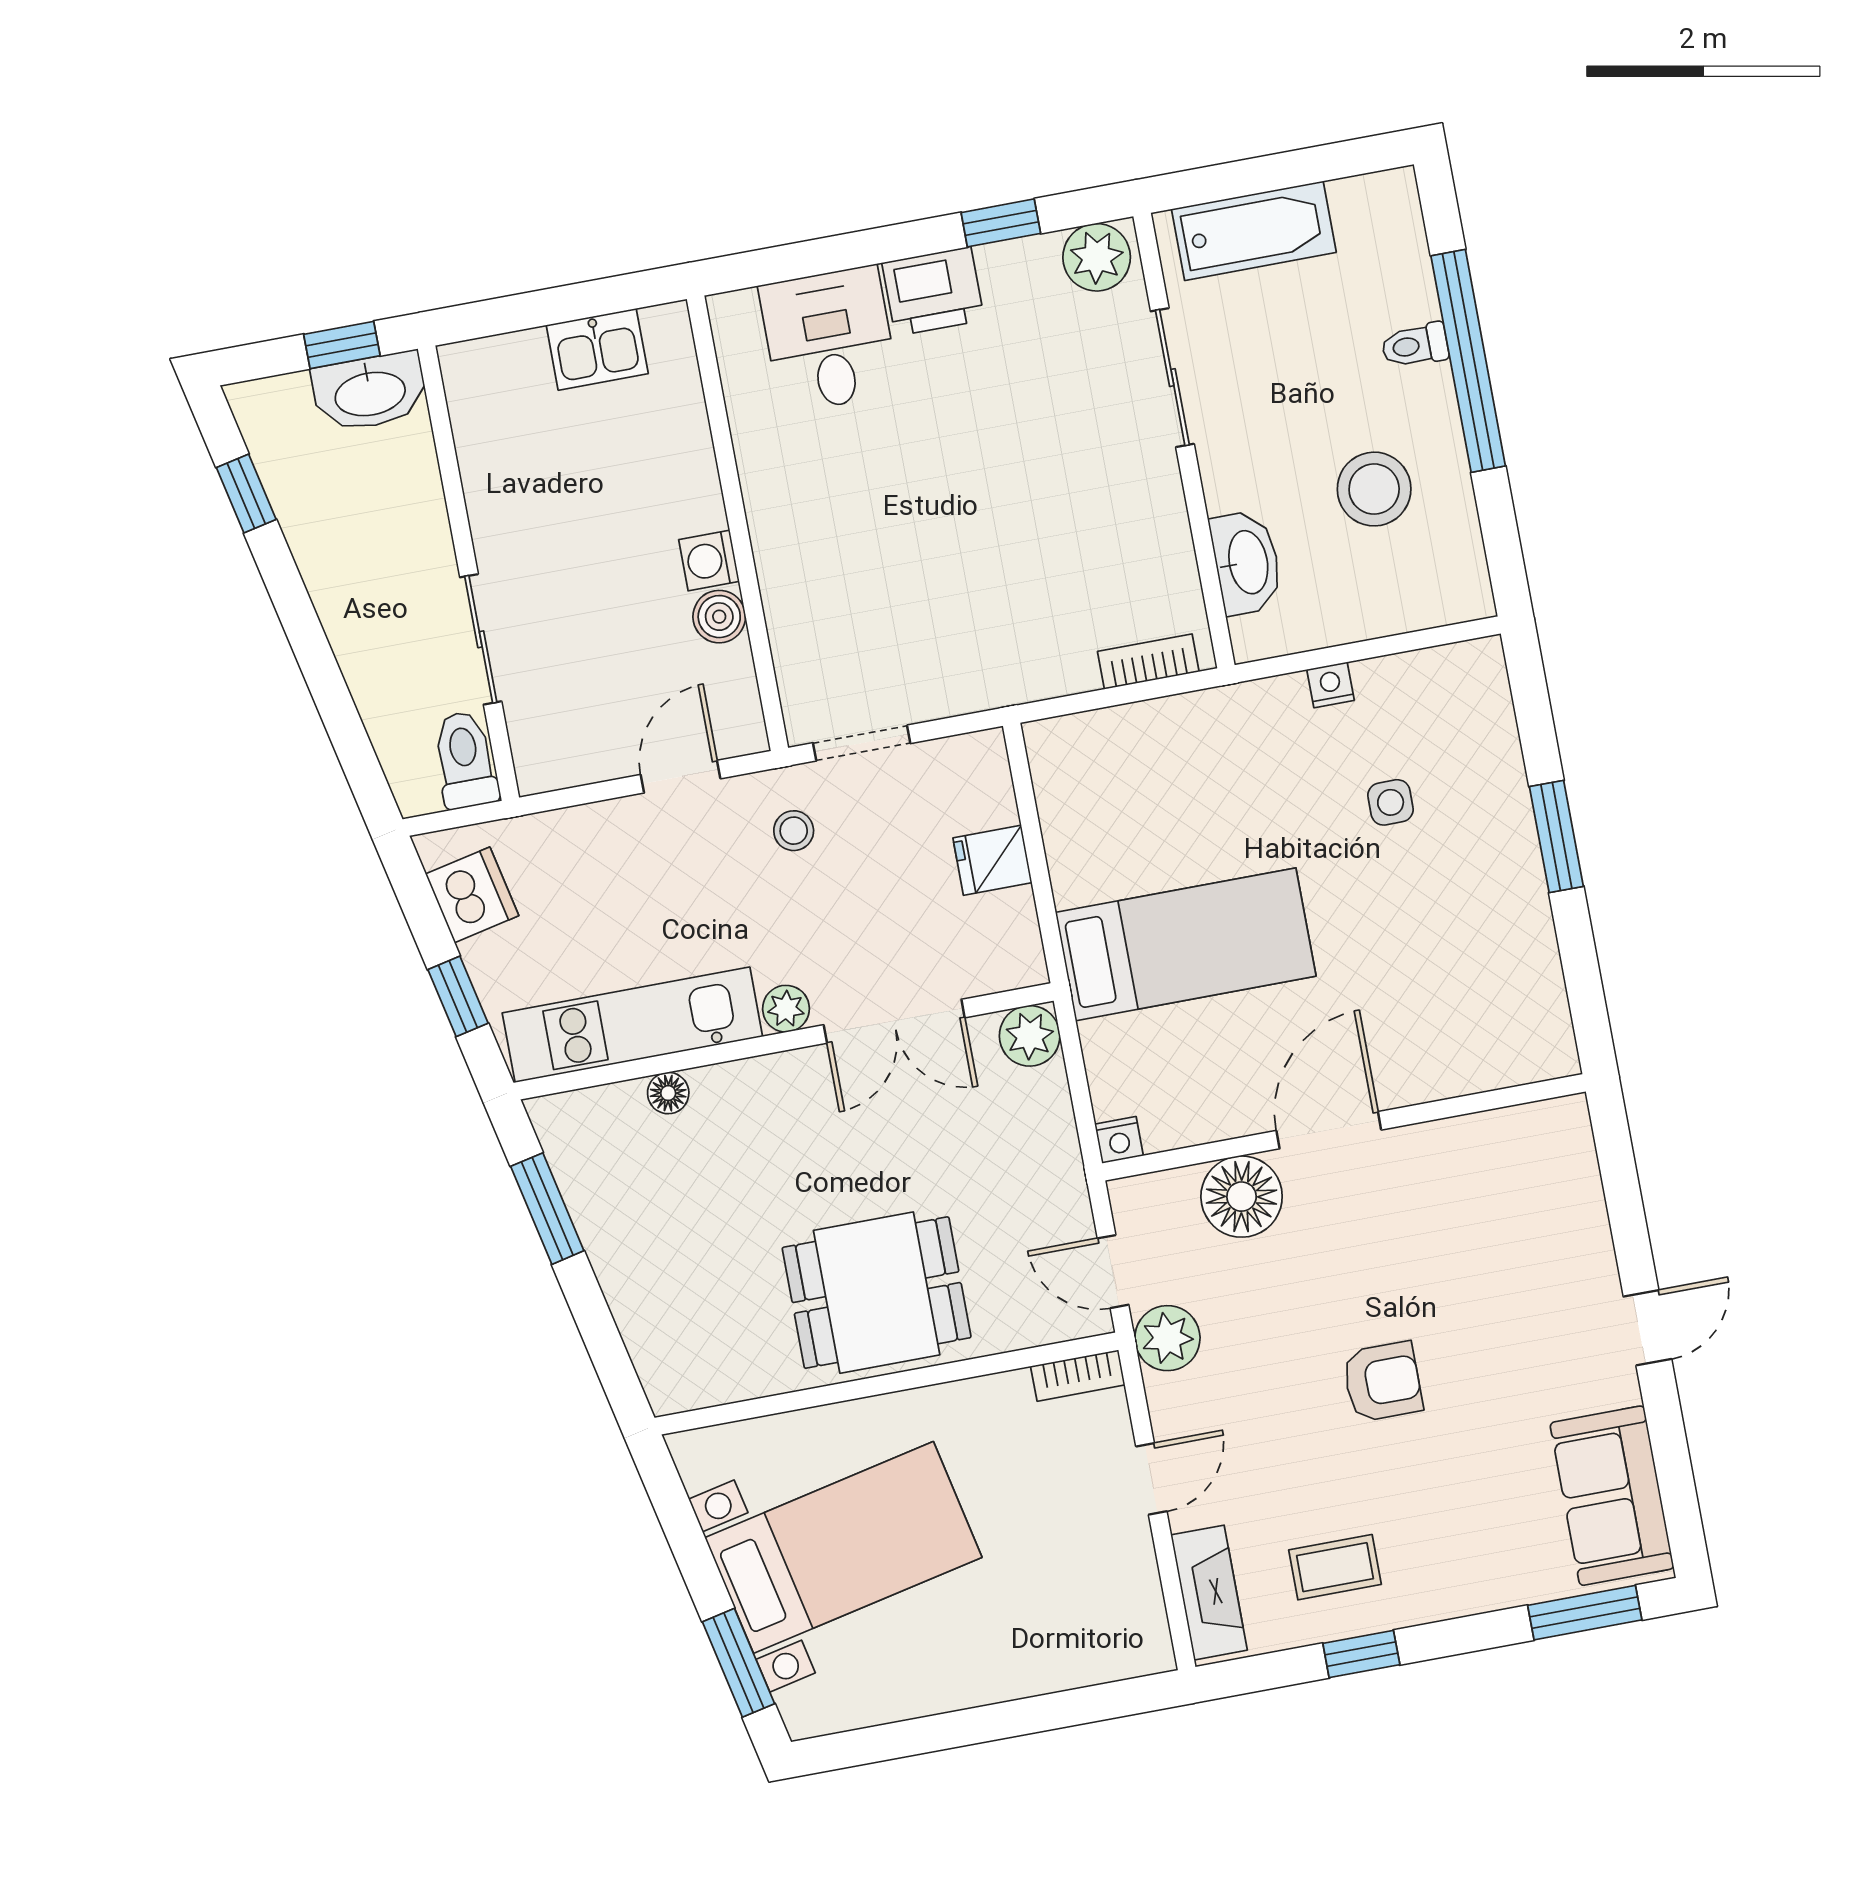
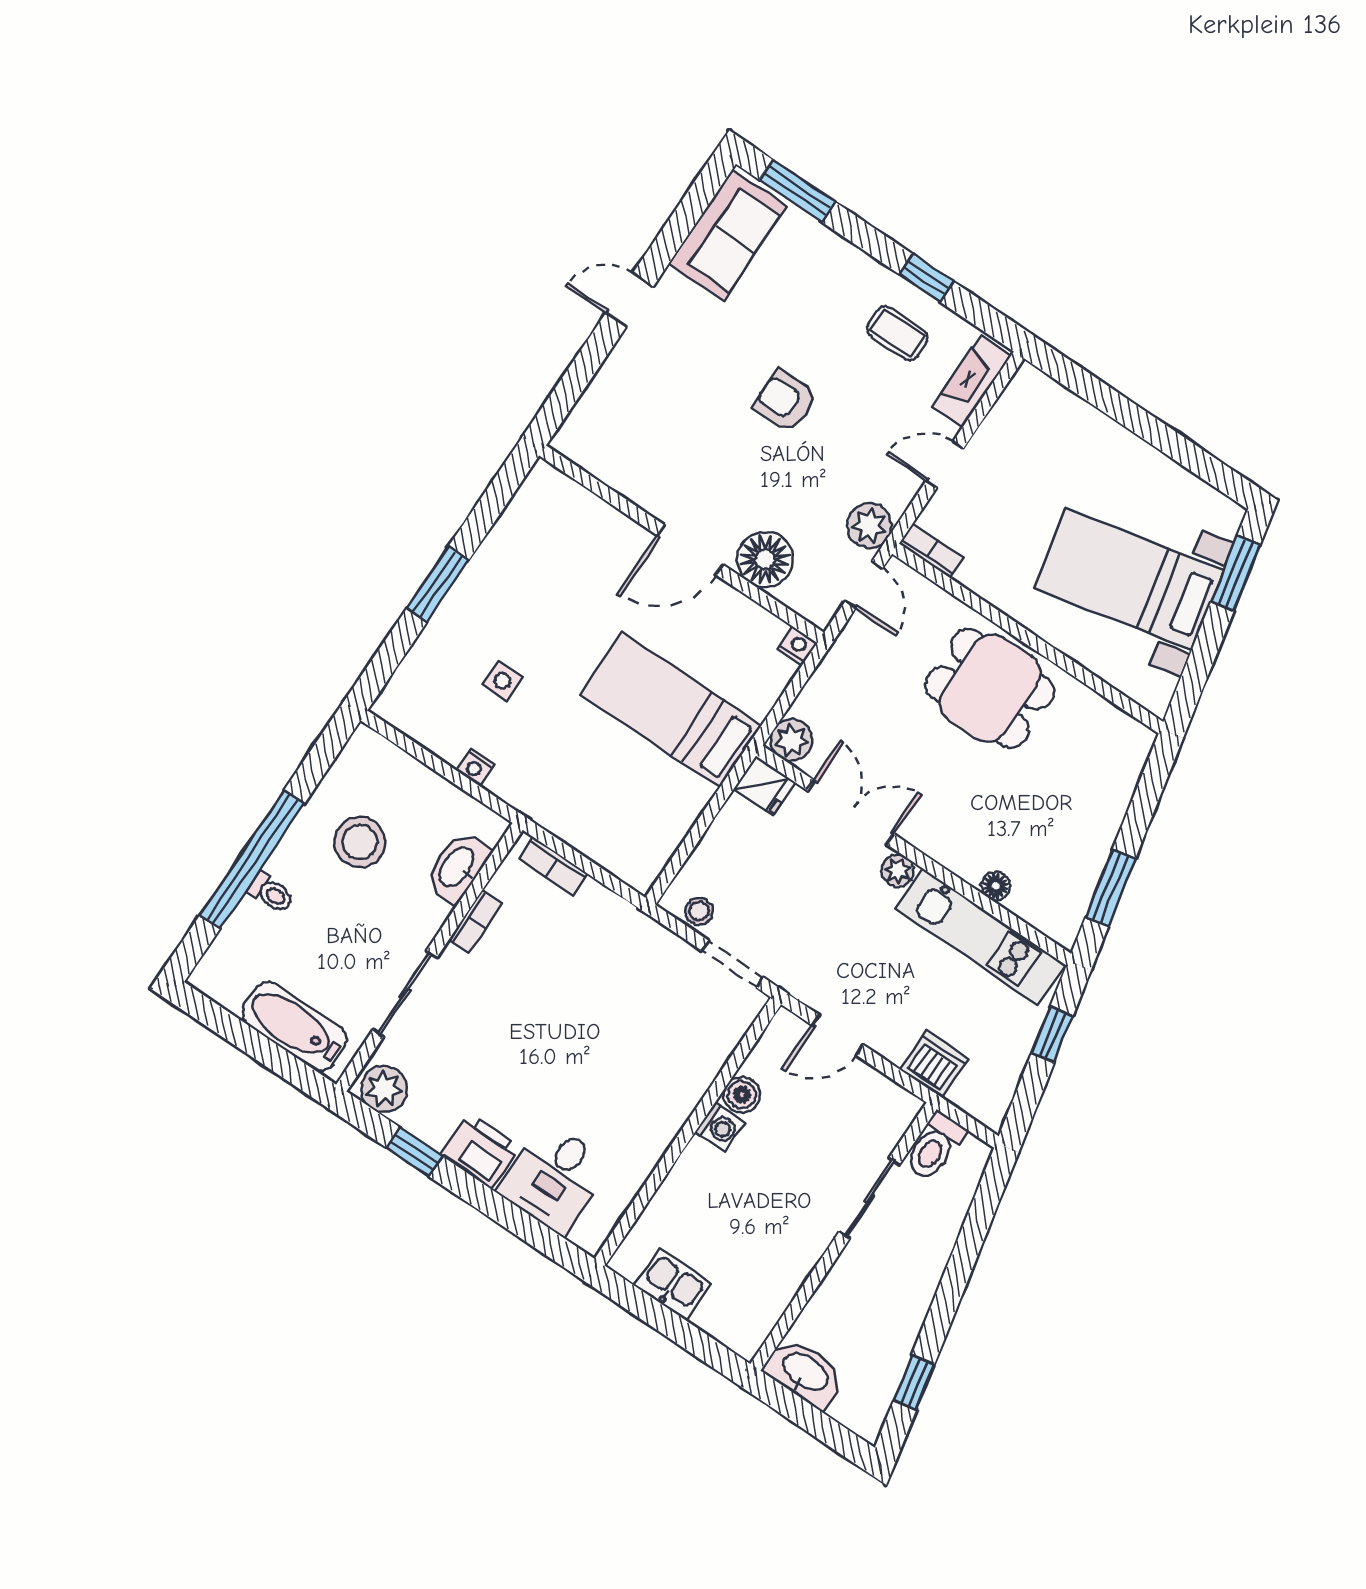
window: (342, 345) -> (796, 1409), removed
bookcase: (1173, 524) -> (475, 921), added
stool: (794, 831) -> (699, 911), moved
fridge: (992, 860) -> (764, 786), moved
dishwasher: (472, 895) -> (934, 1064), moved, turned 102

